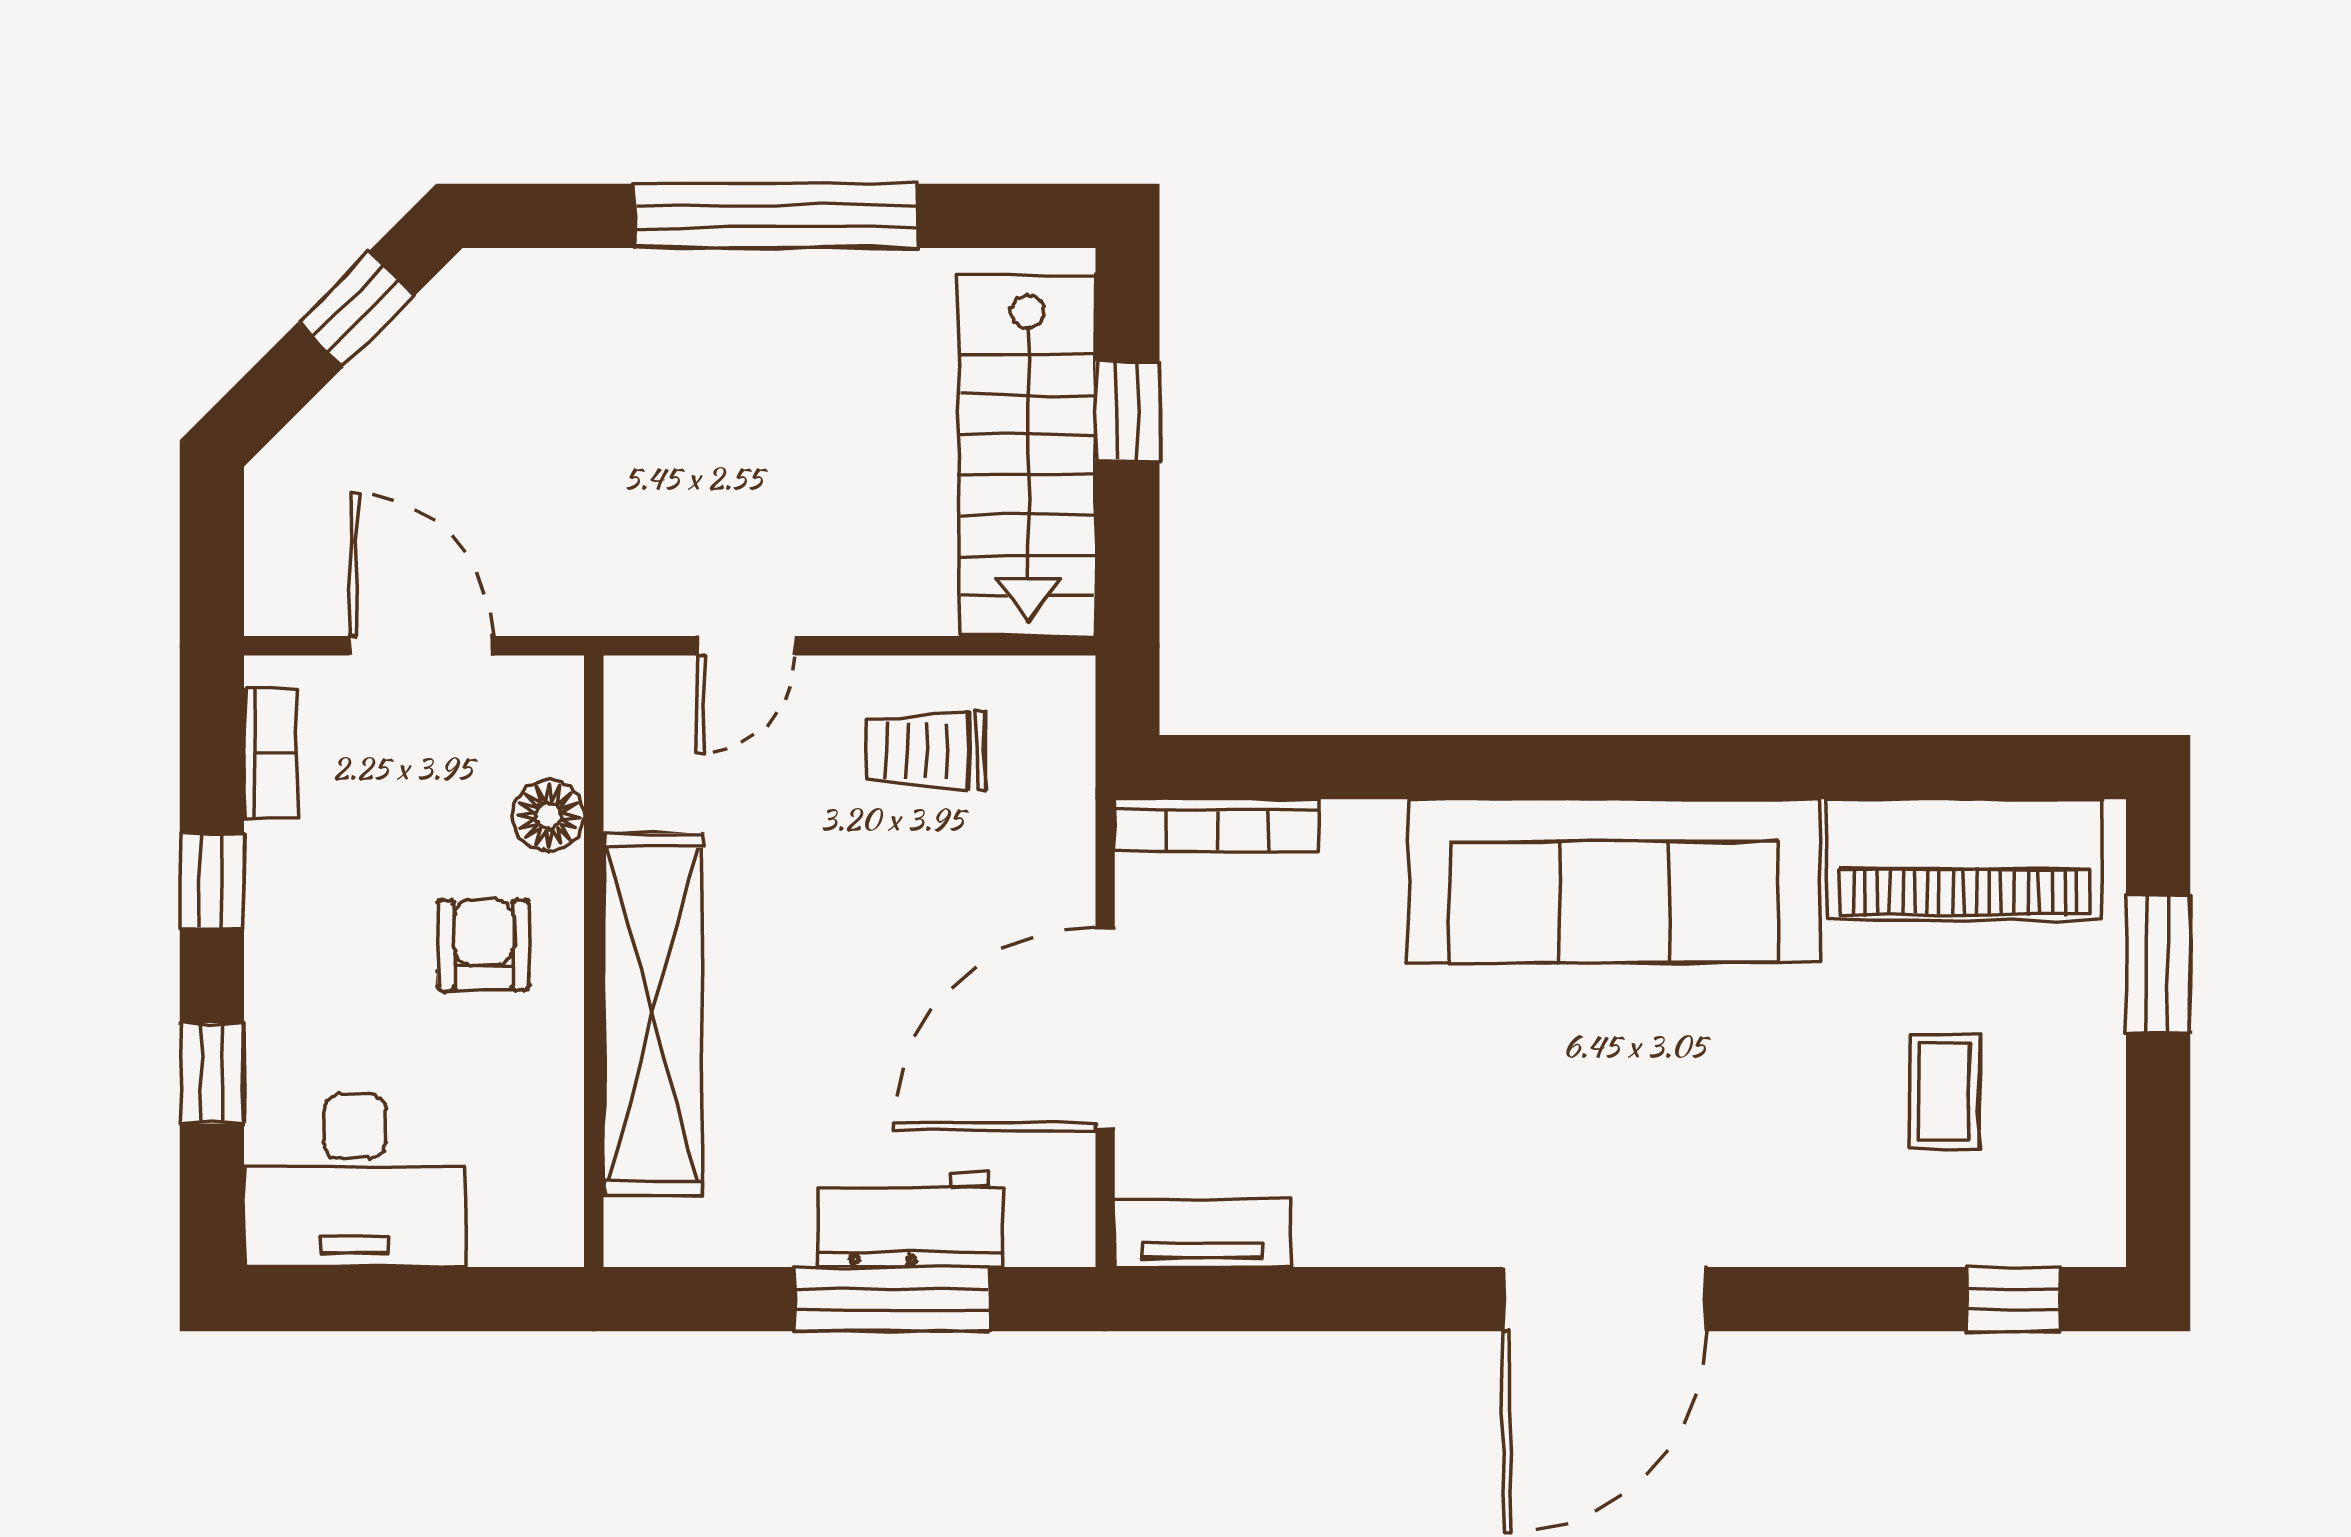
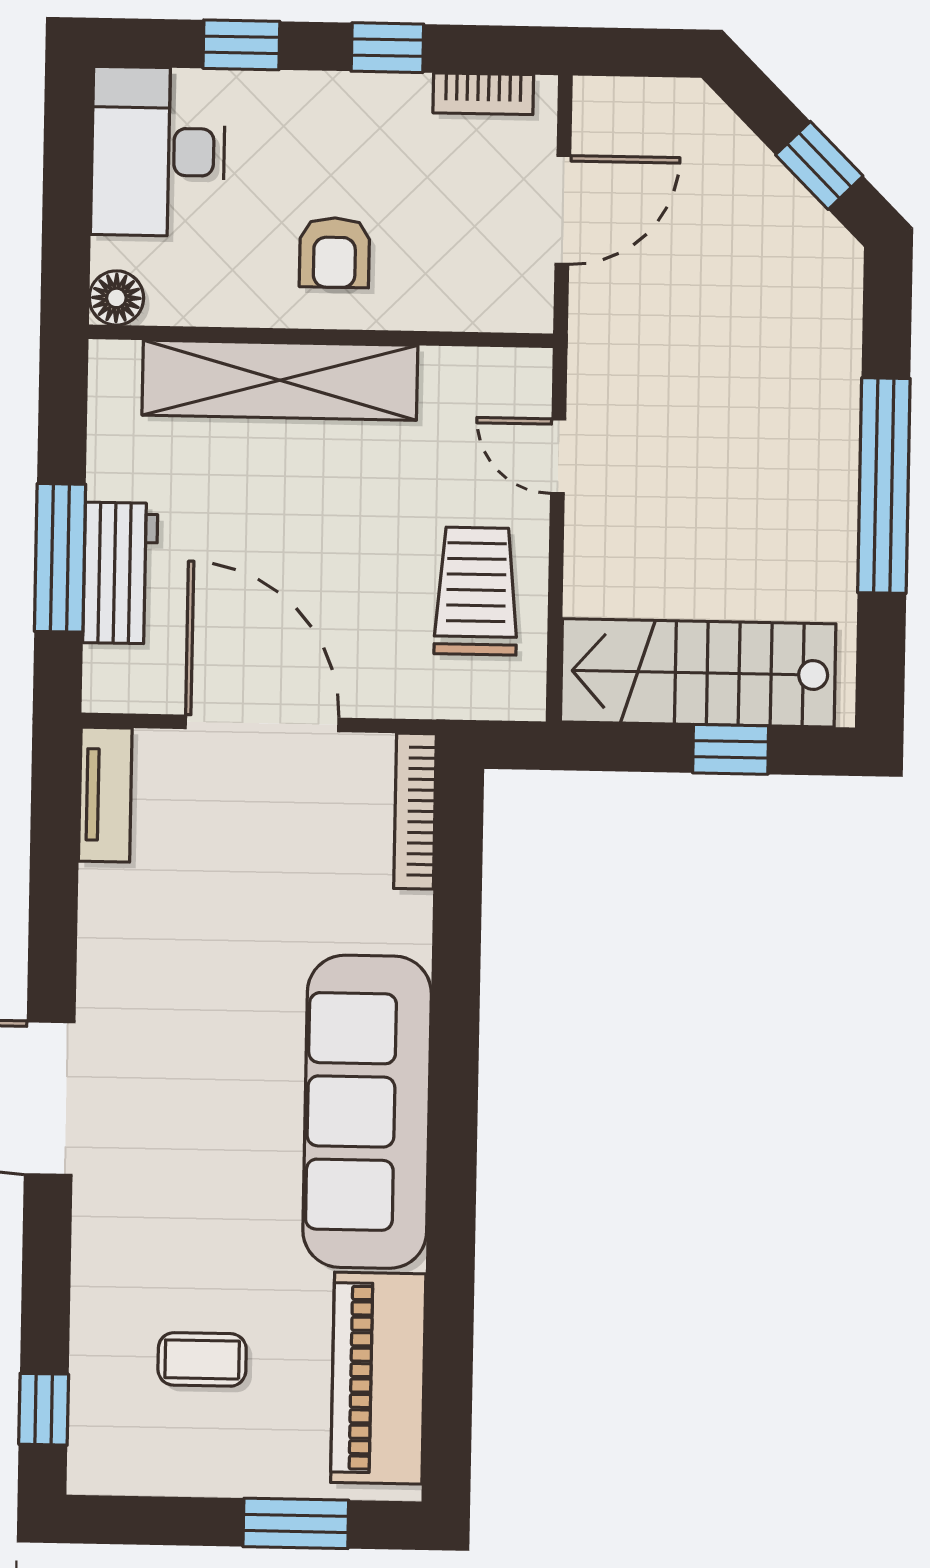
trolley: (925, 750) -> (476, 591), width x1.36, depth x1.39
floor lamp: (548, 816) -> (116, 298), moved
armchair: (483, 945) -> (335, 253), turned 90

